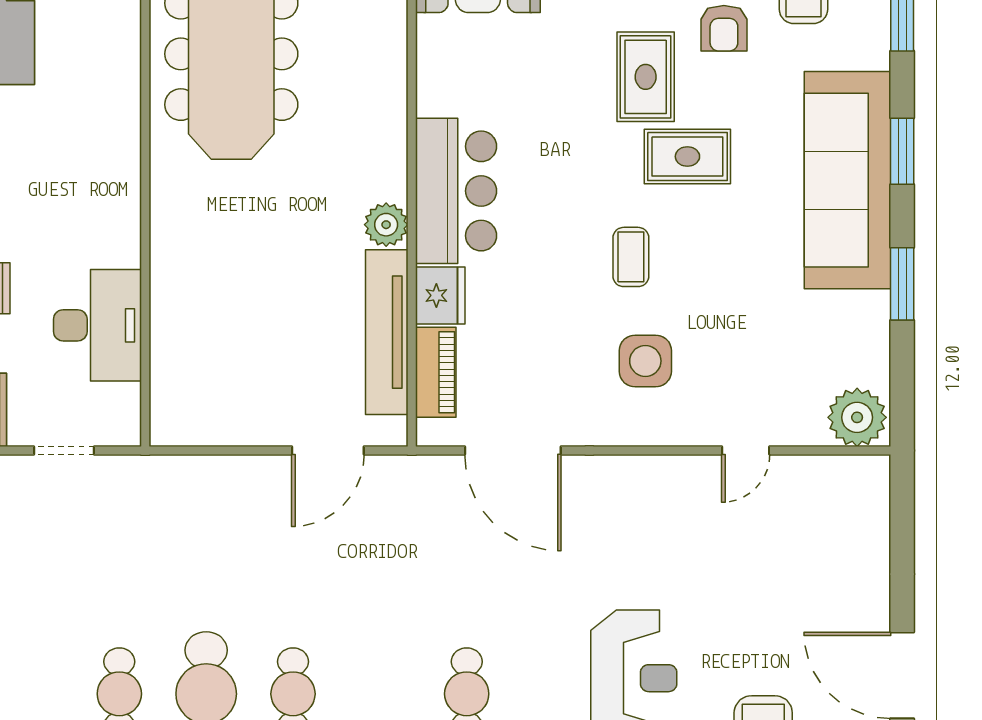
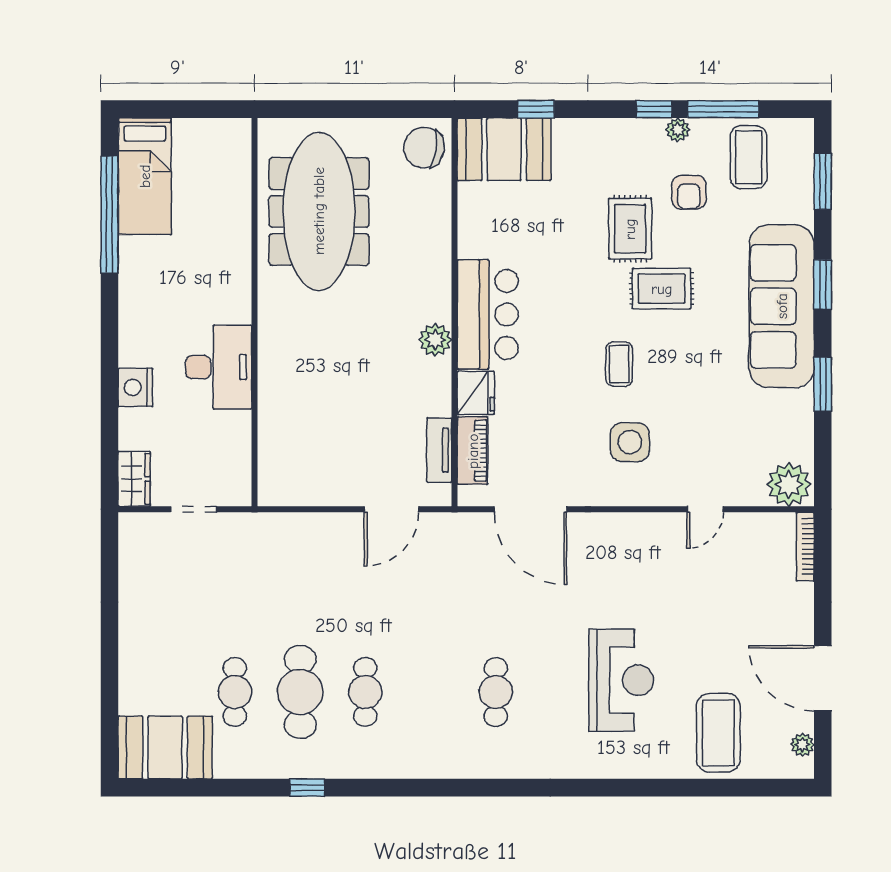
desk: (98, 325) -> (219, 367), moved
tv unit: (387, 332) -> (439, 450), width x0.52, depth x0.78
bookcase: (879, 500) -> (805, 547), added

